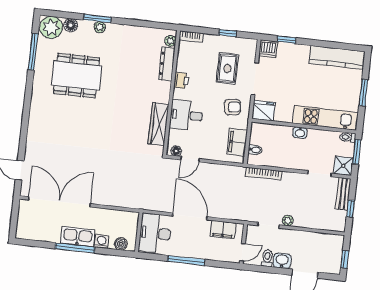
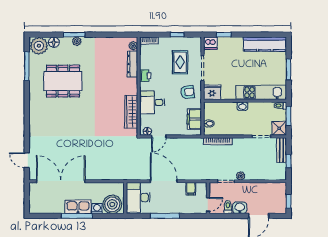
filing cabinet: (223, 230) -> (191, 189), width x0.50
boiler: (121, 244) -> (112, 204), width x1.86, depth x1.86

